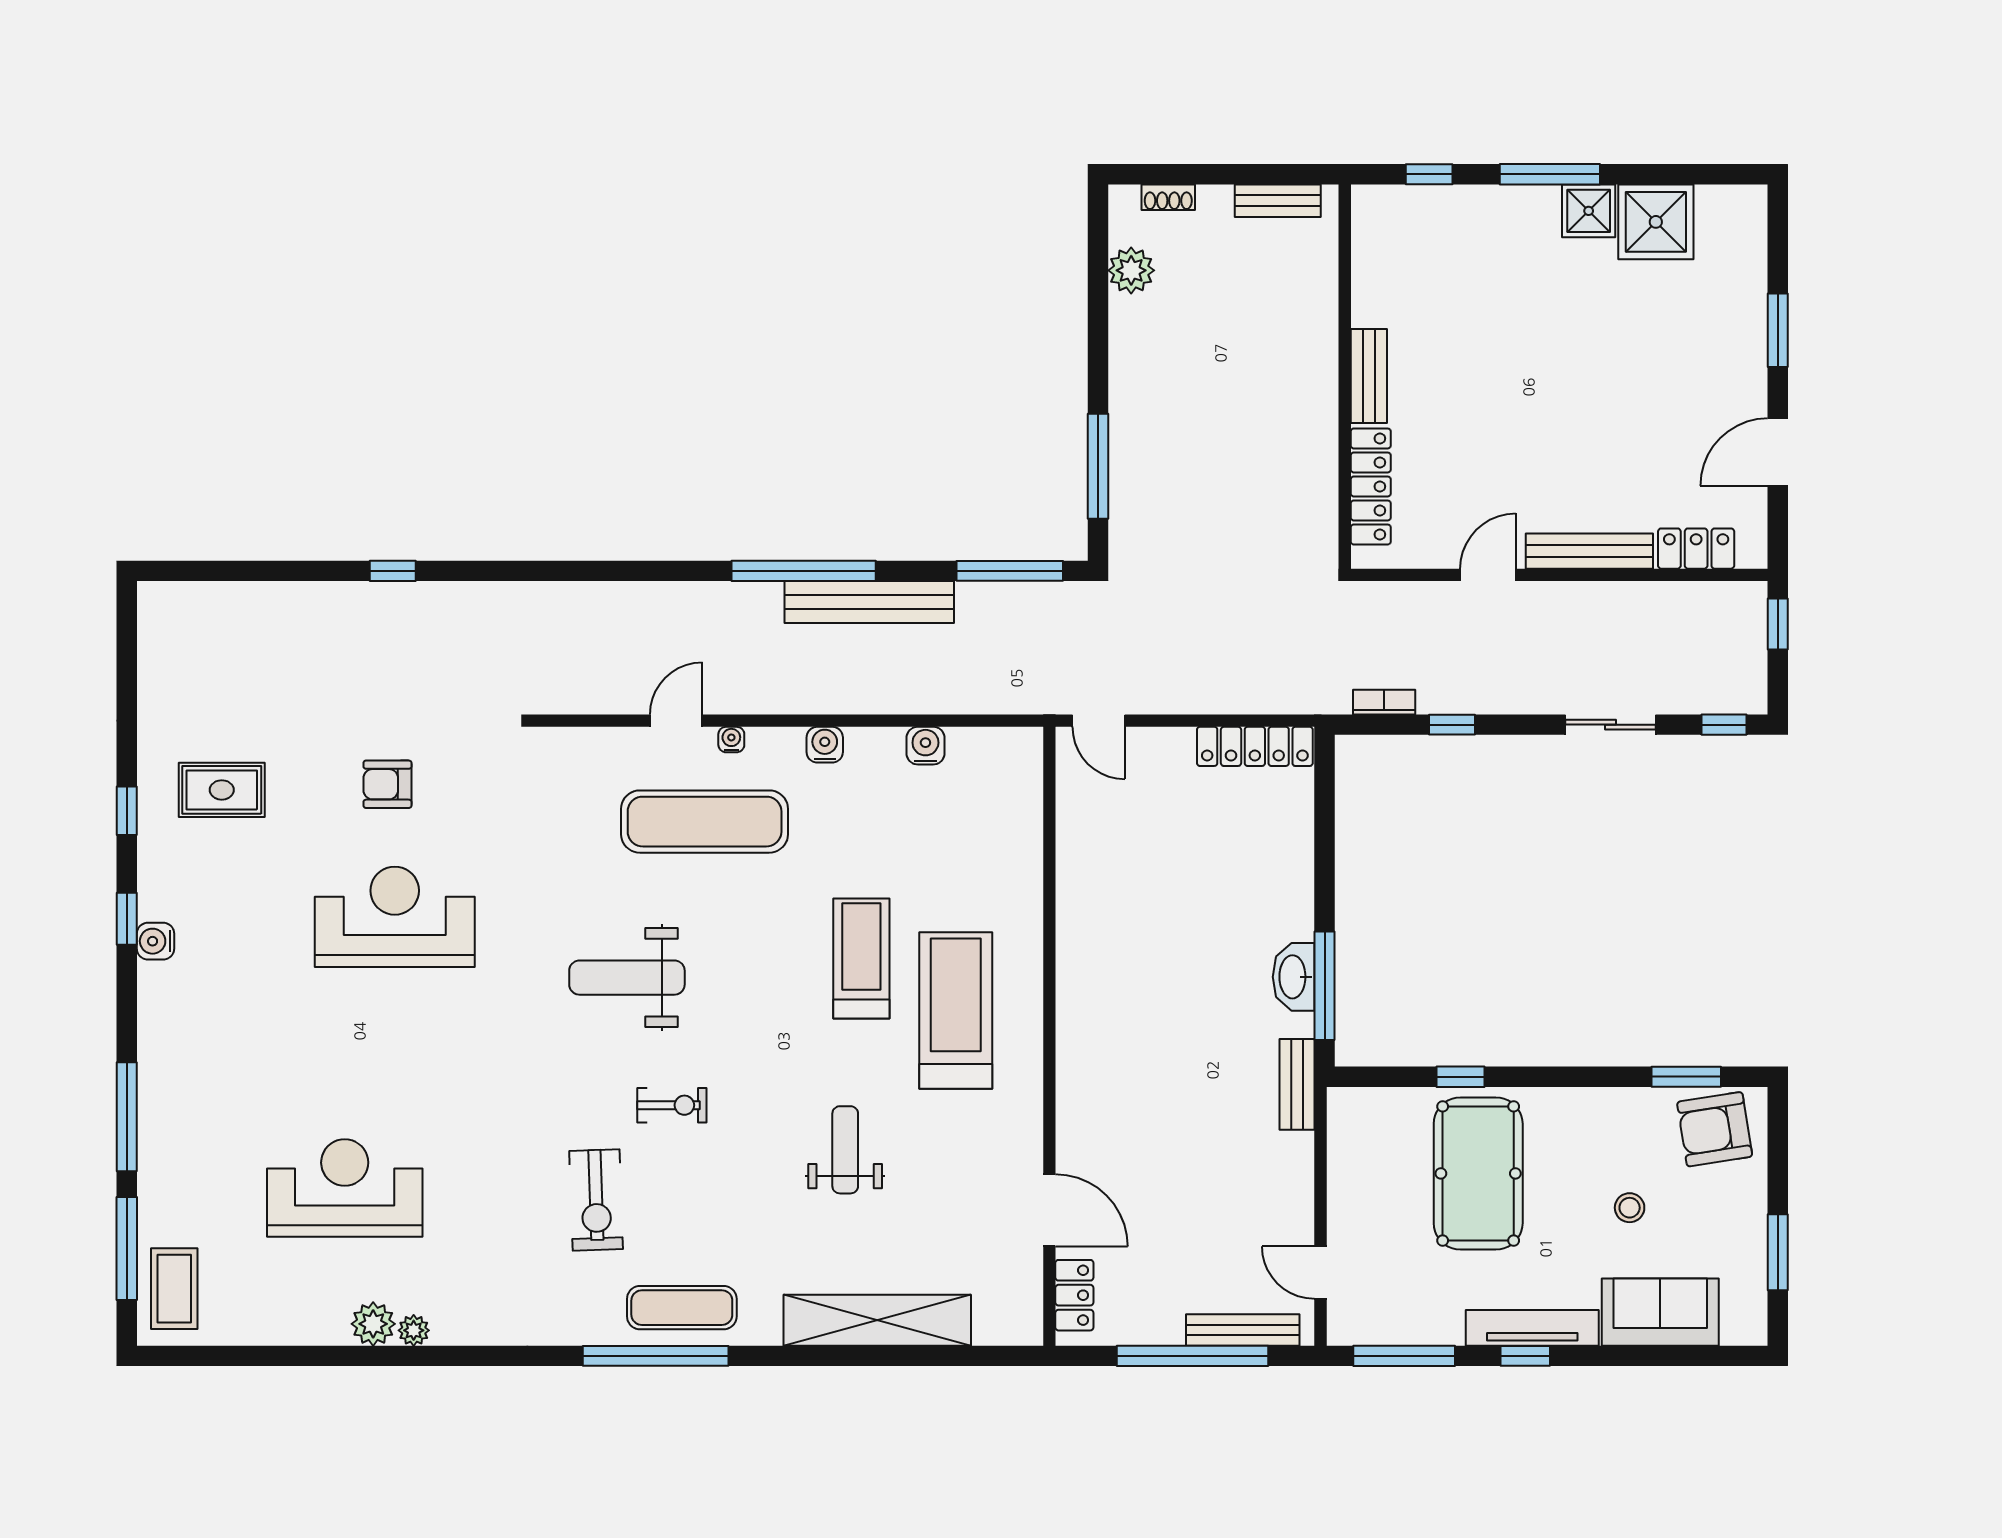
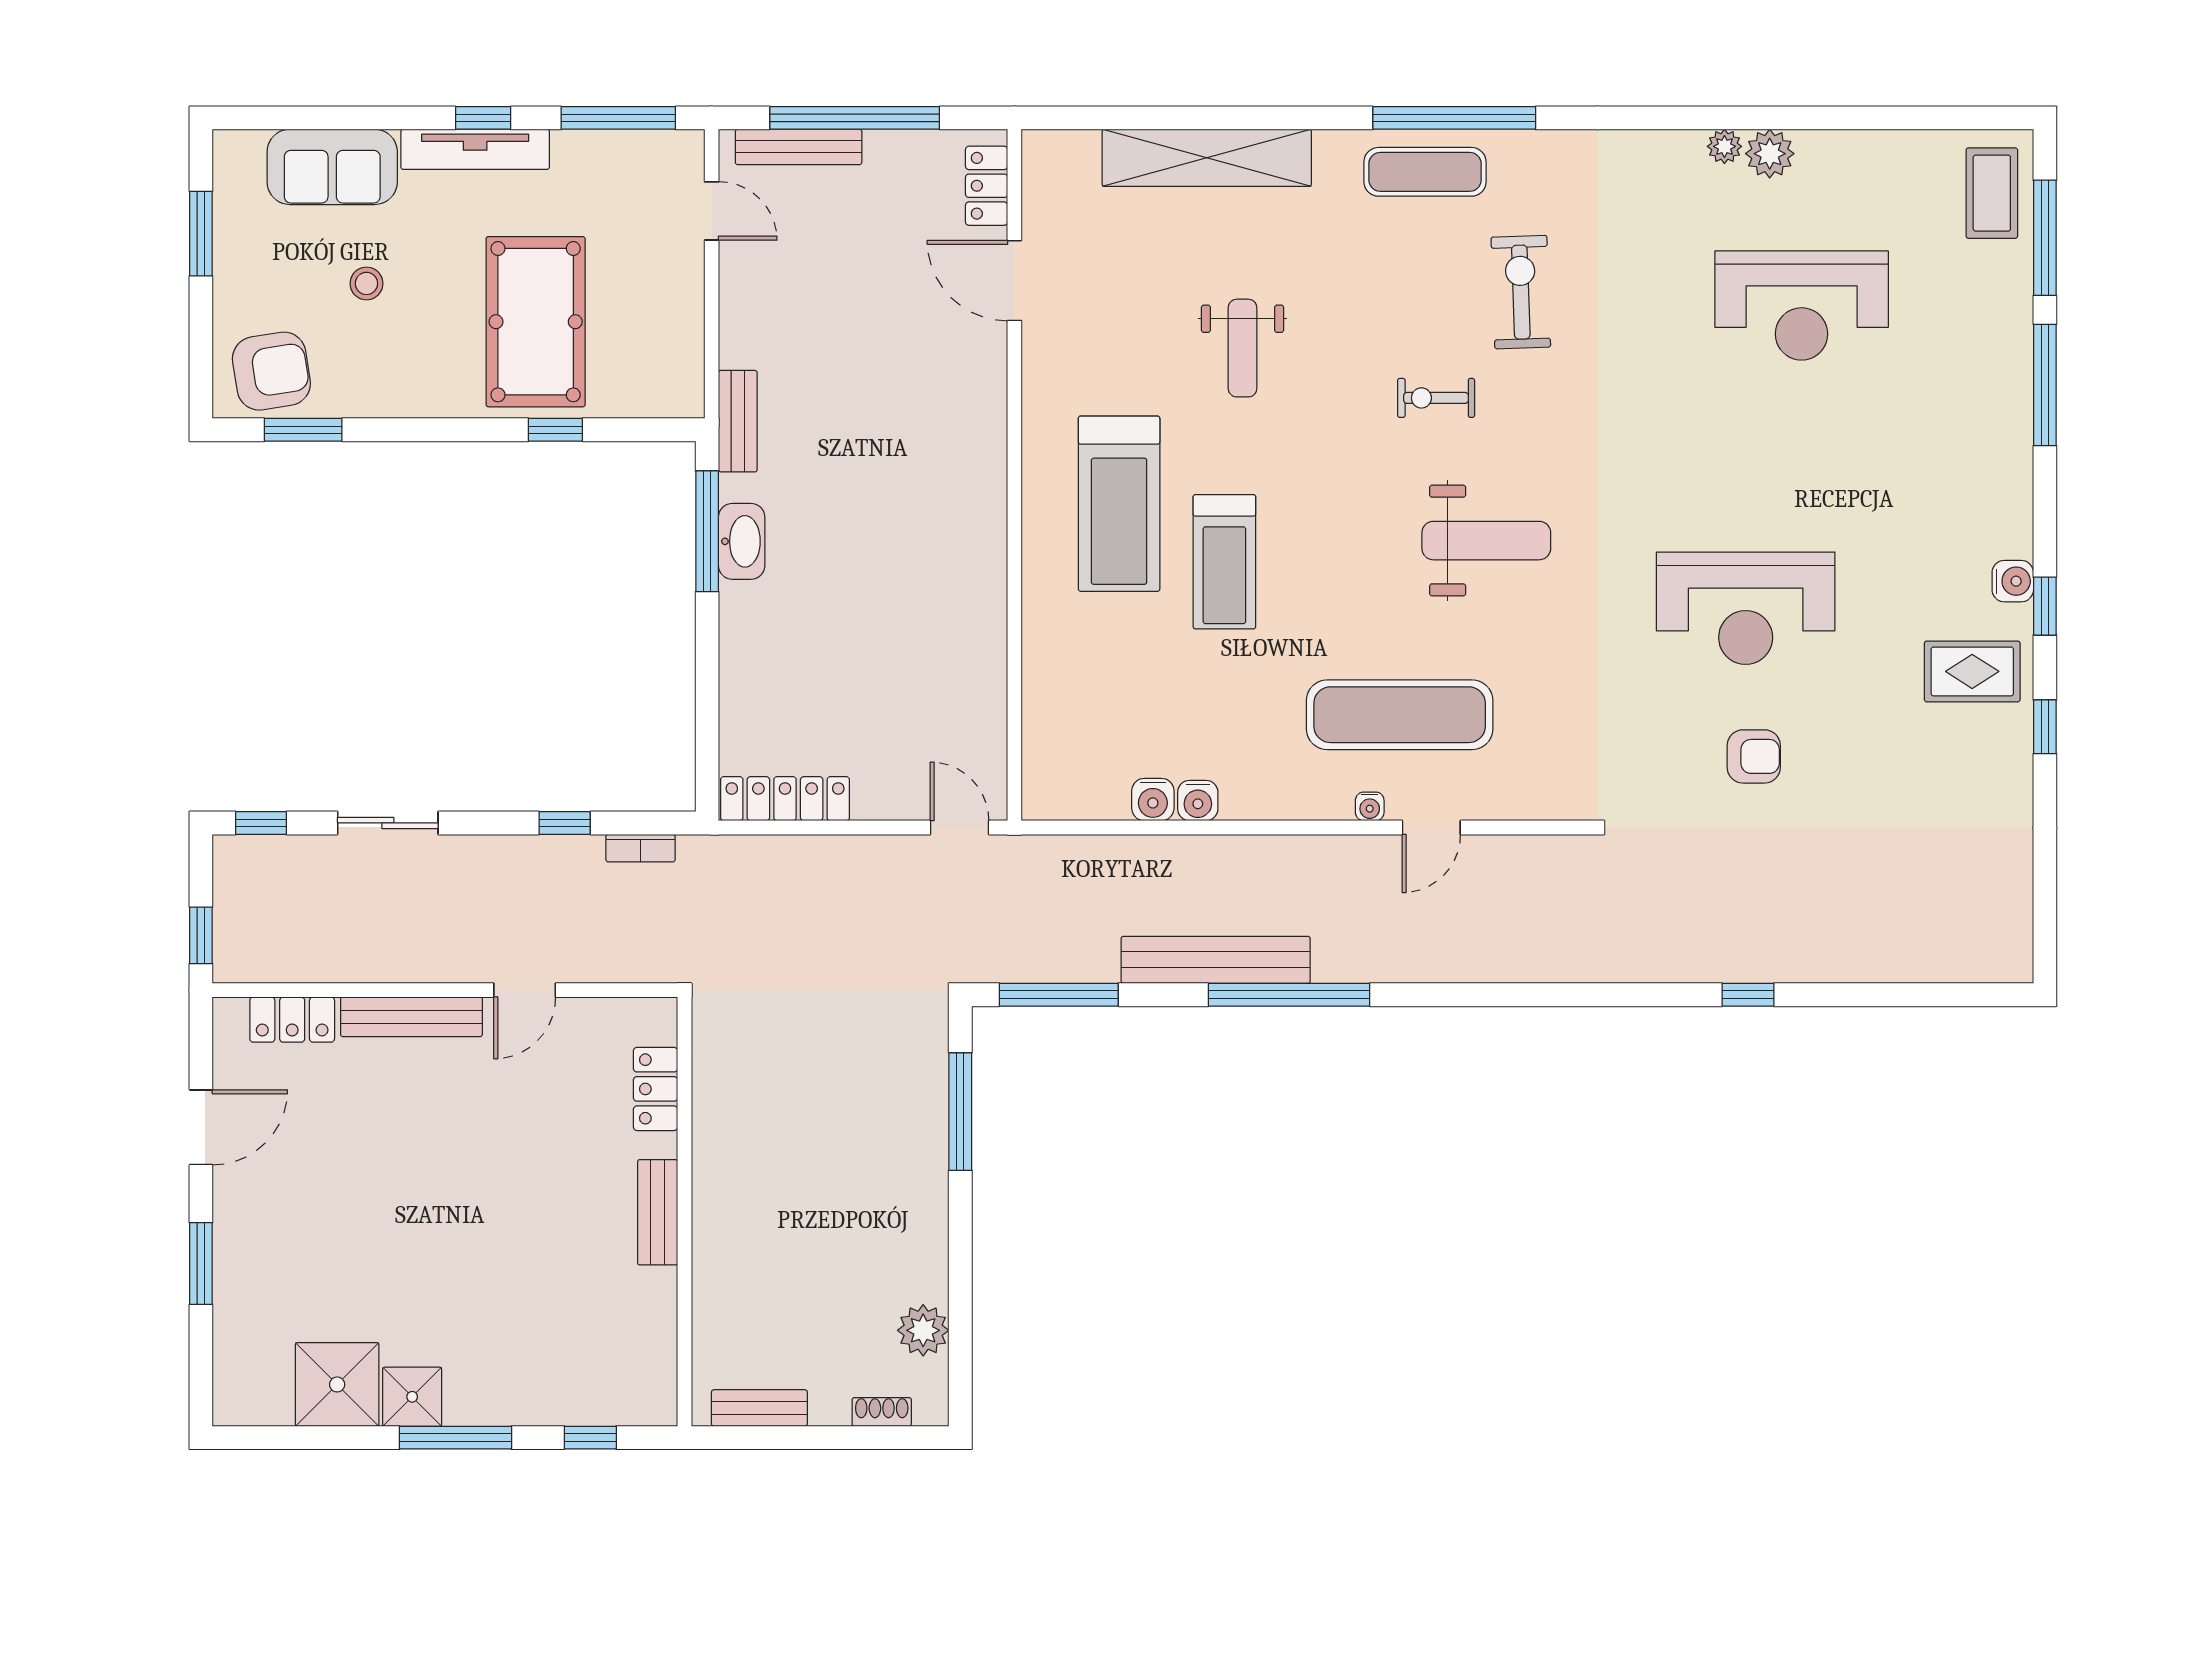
locker: (1371, 486) -> (656, 1089), width x0.66
water cooler: (825, 745) -> (1198, 801), moved
rug: (222, 790) -> (1972, 671), moved

